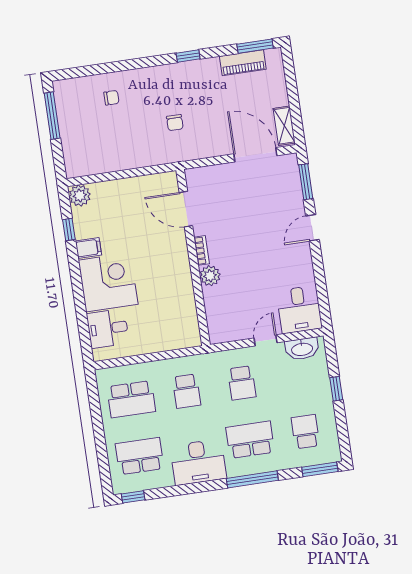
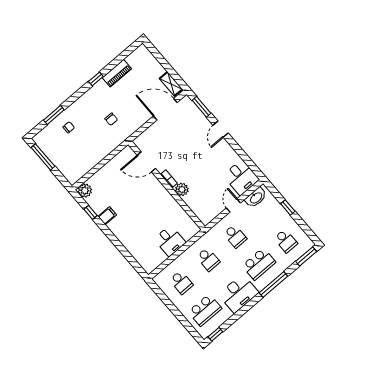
window: (255, 46) -> (54, 115), moved
piano: (243, 63) -> (117, 73), moved
corner desk: (108, 282) -> (129, 227), removed
desk: (108, 329) -> (170, 241), moved, turned -90
school desk: (131, 399) -> (181, 282), width x0.54
school desk: (305, 432) -> (286, 241), turned 180
school desk: (250, 440) -> (259, 264), turned 180
school desk: (140, 456) -> (205, 310), turned 180

